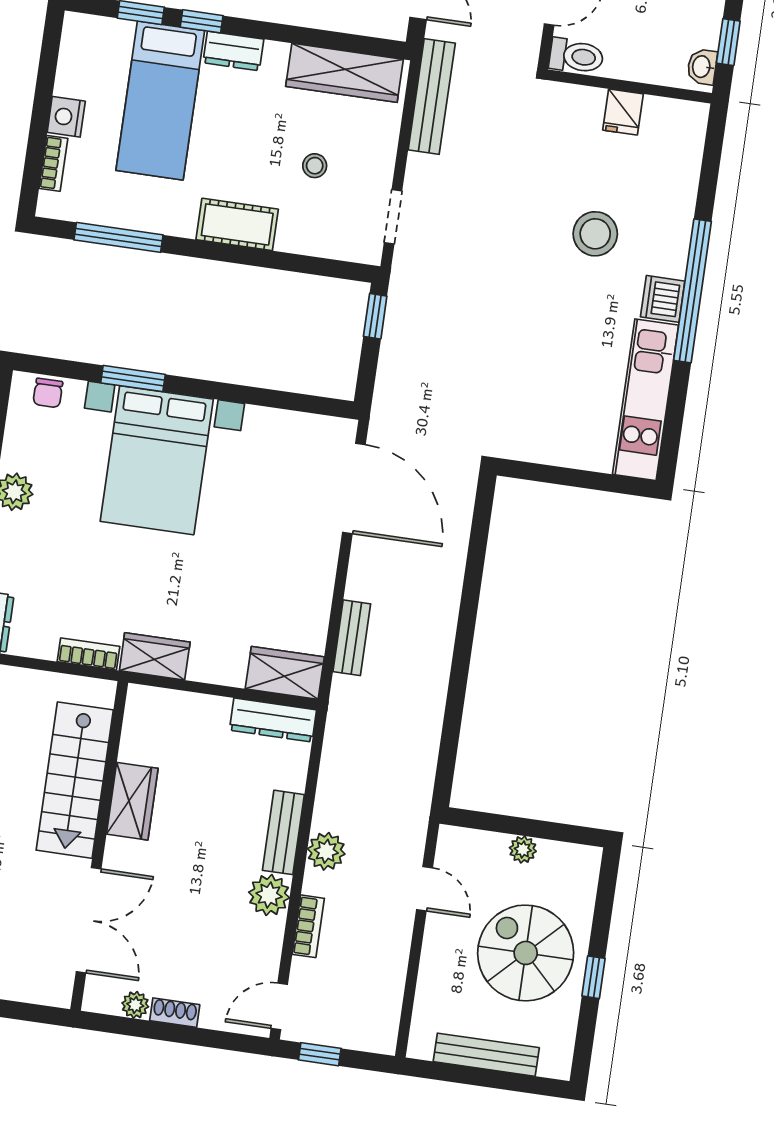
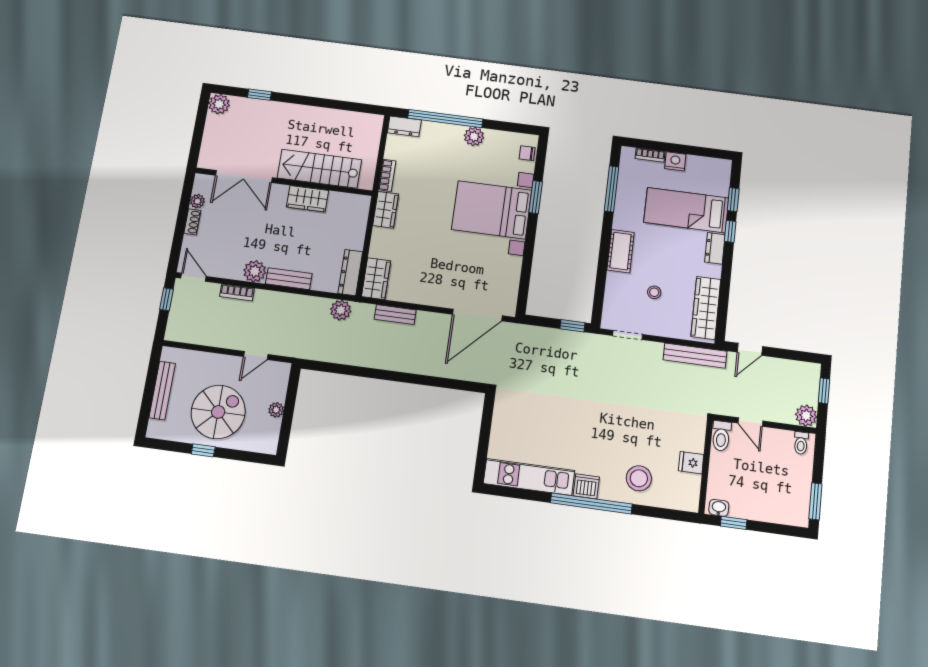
stool: (595, 234) -> (639, 478), moved
plant: (326, 851) -> (341, 310), moved

